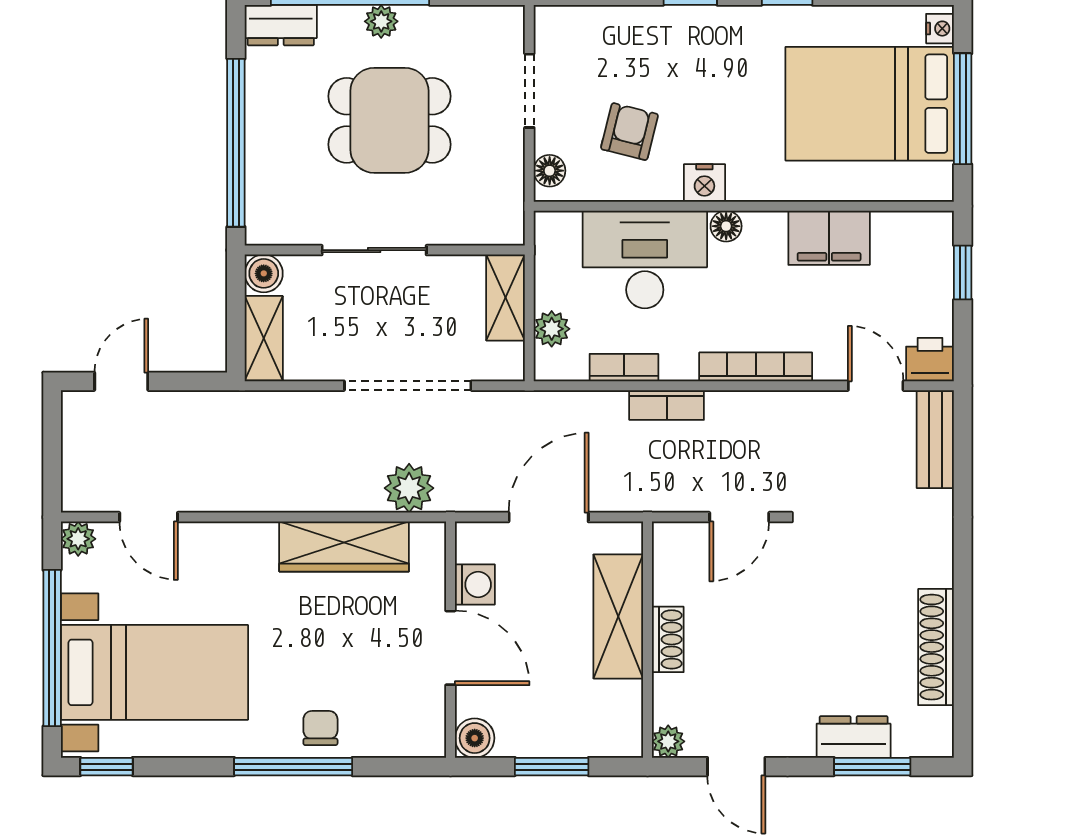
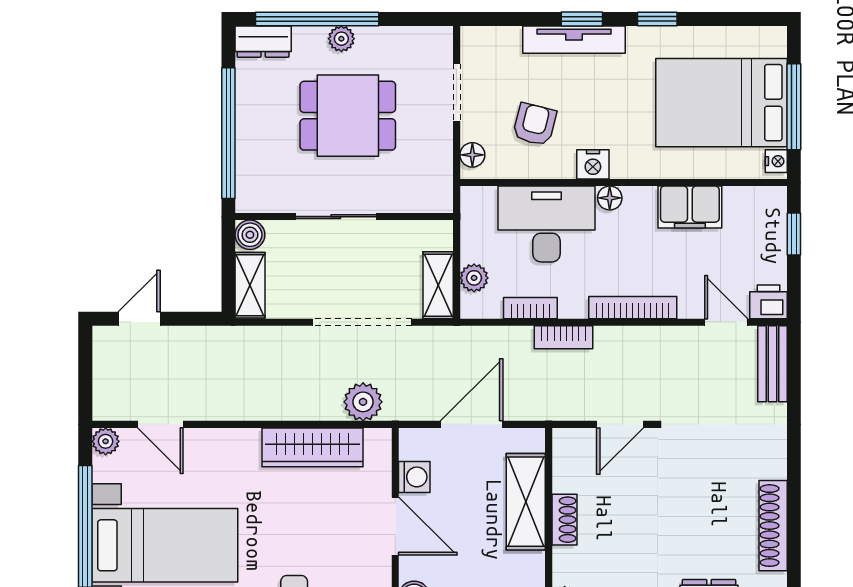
tv unit: (680, 23) -> (574, 40), added
nightstand: (940, 29) -> (776, 161), moved
shelving: (506, 297) -> (438, 285), moved

